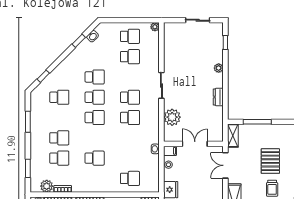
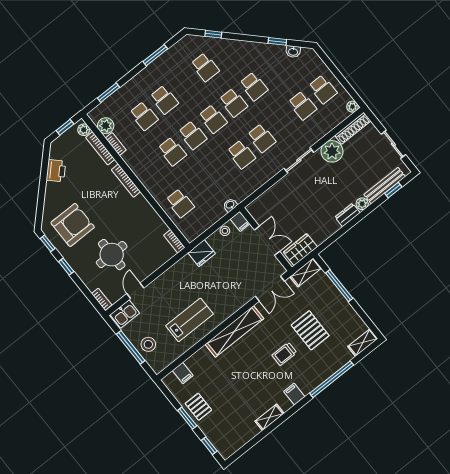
shoe rack: (168, 37) -> (353, 128), added
bench: (218, 45) -> (385, 186), added
dresser: (218, 97) -> (348, 215), moved
plant: (172, 117) -> (332, 151), moved
wardrobe: (216, 128) -> (300, 249), added
school desk: (95, 138) -> (193, 135), added
pallet: (270, 161) -> (310, 330), turned 90
double door: (225, 165) -> (270, 289), swing flipped

